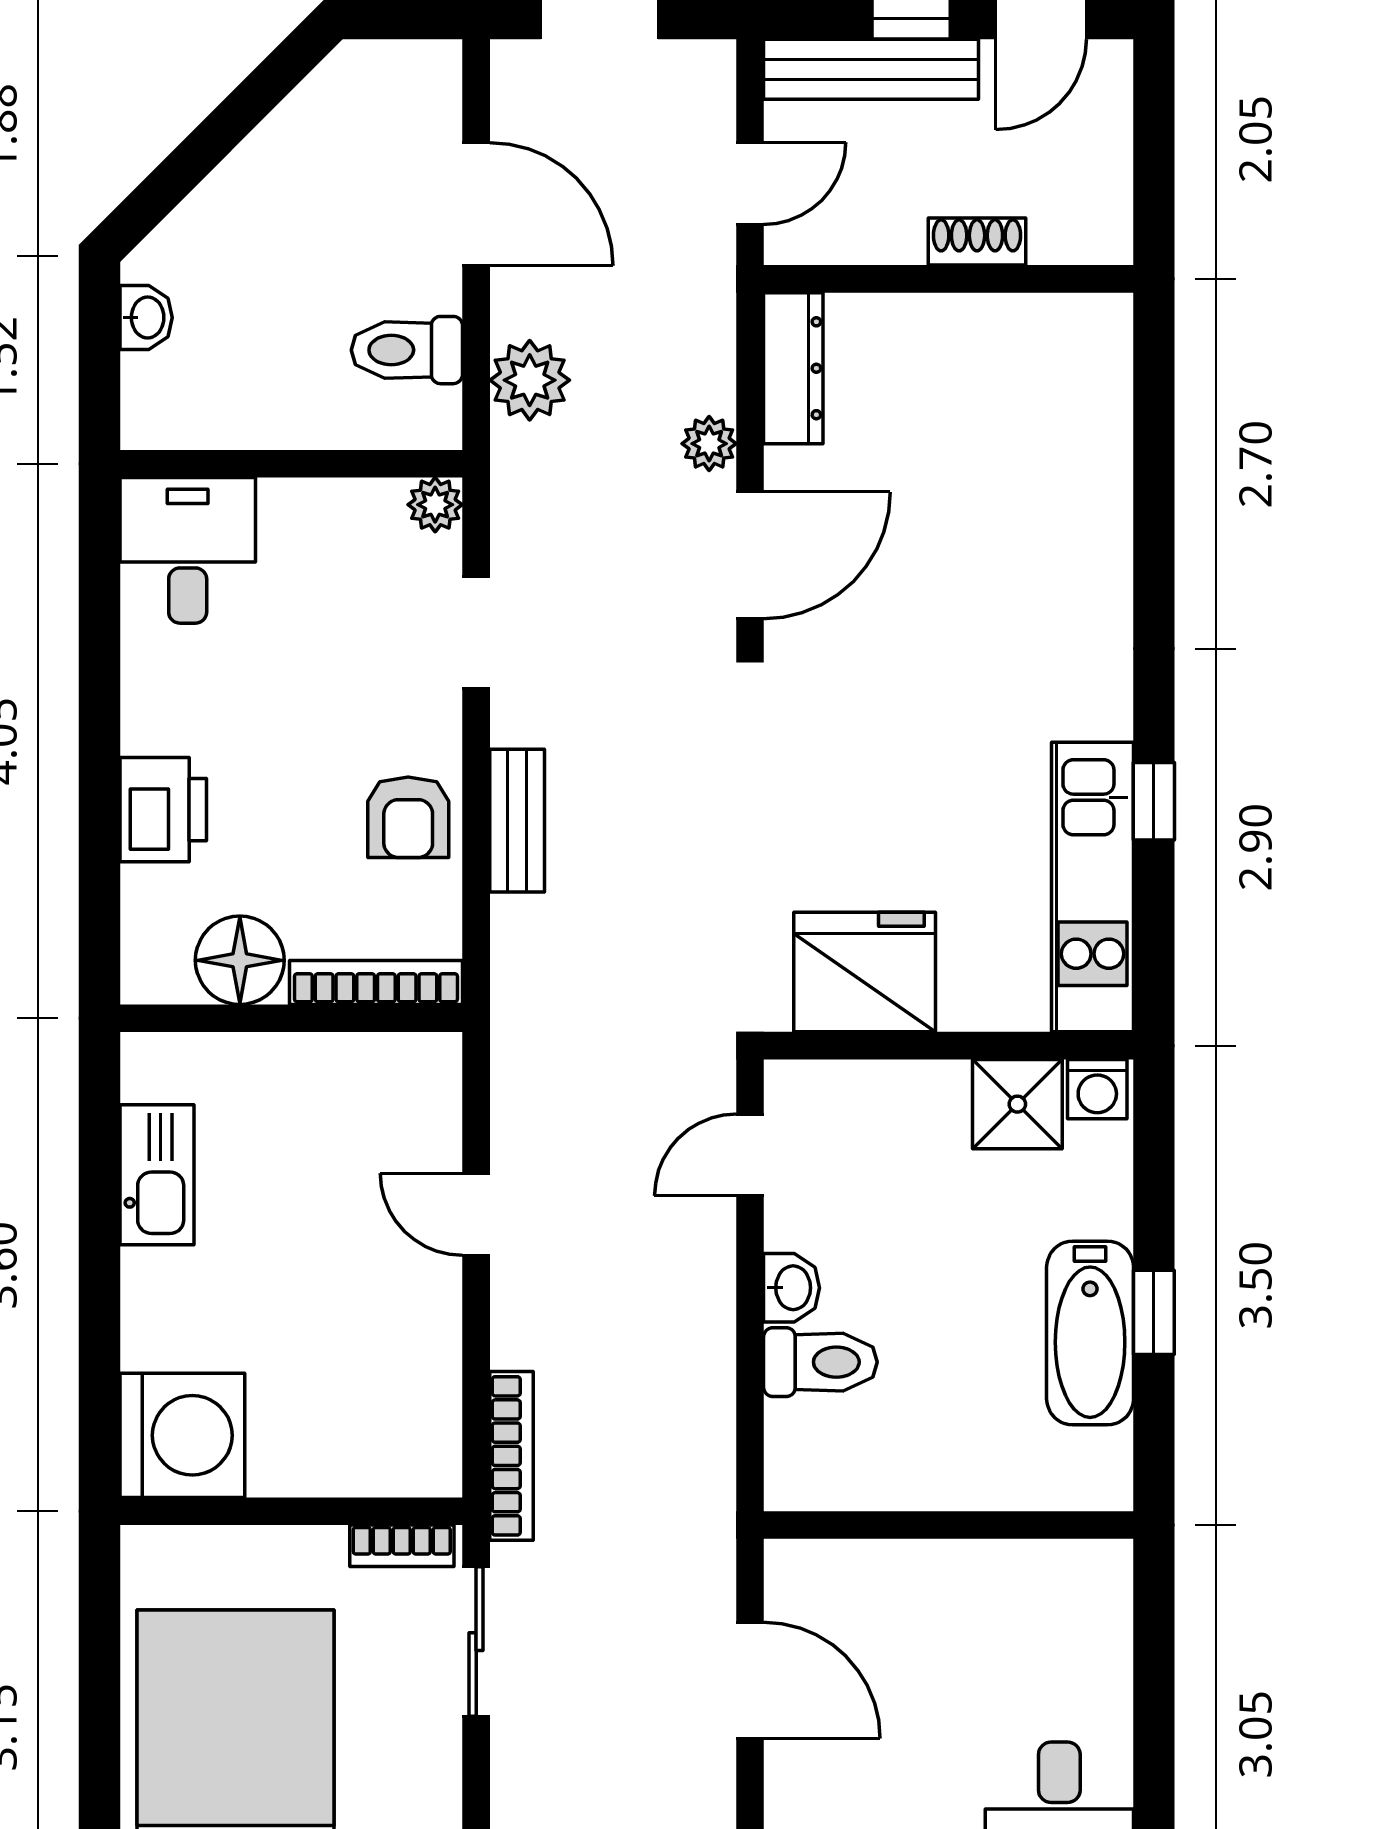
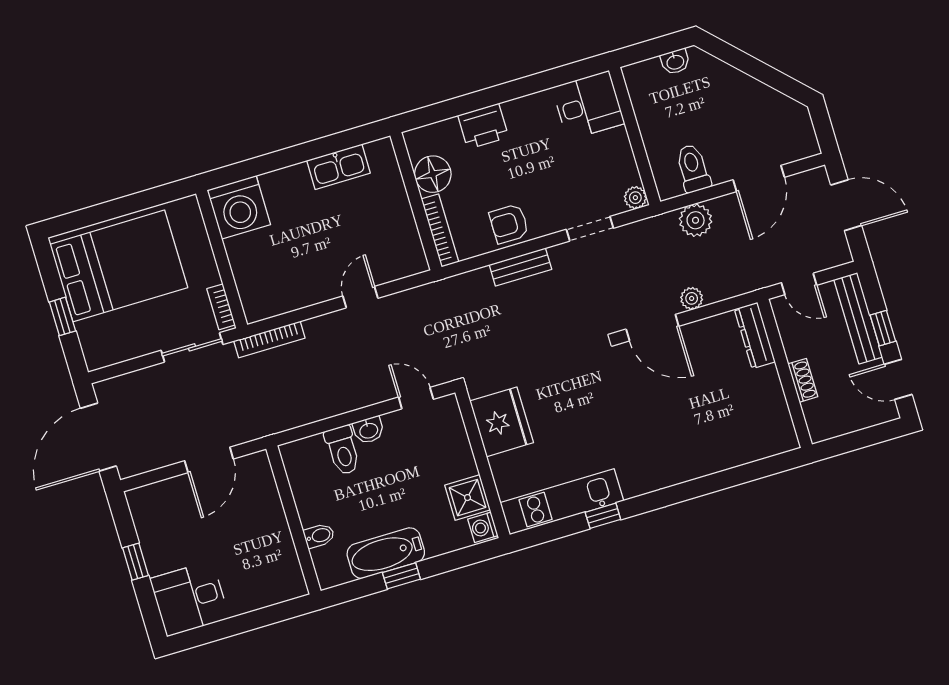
dresser: (793, 368) -> (755, 335), moved, turned 90
bidet: (1003, 1476) -> (319, 536), added

